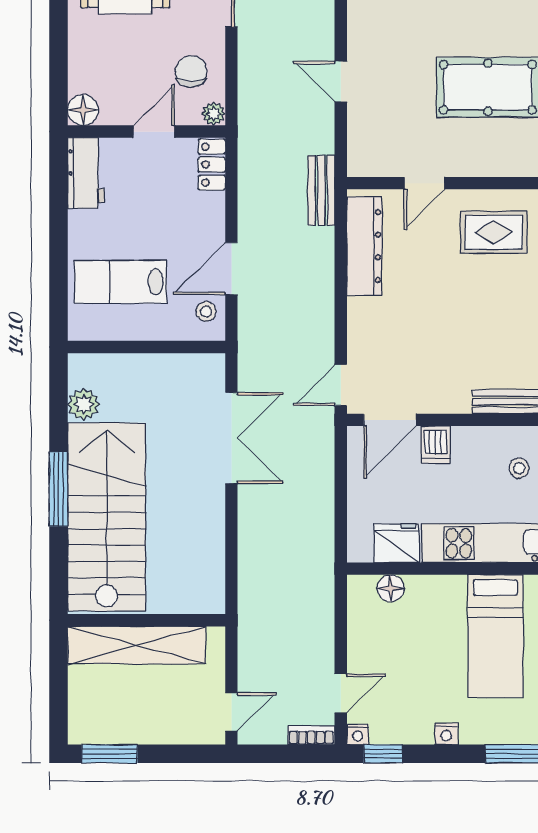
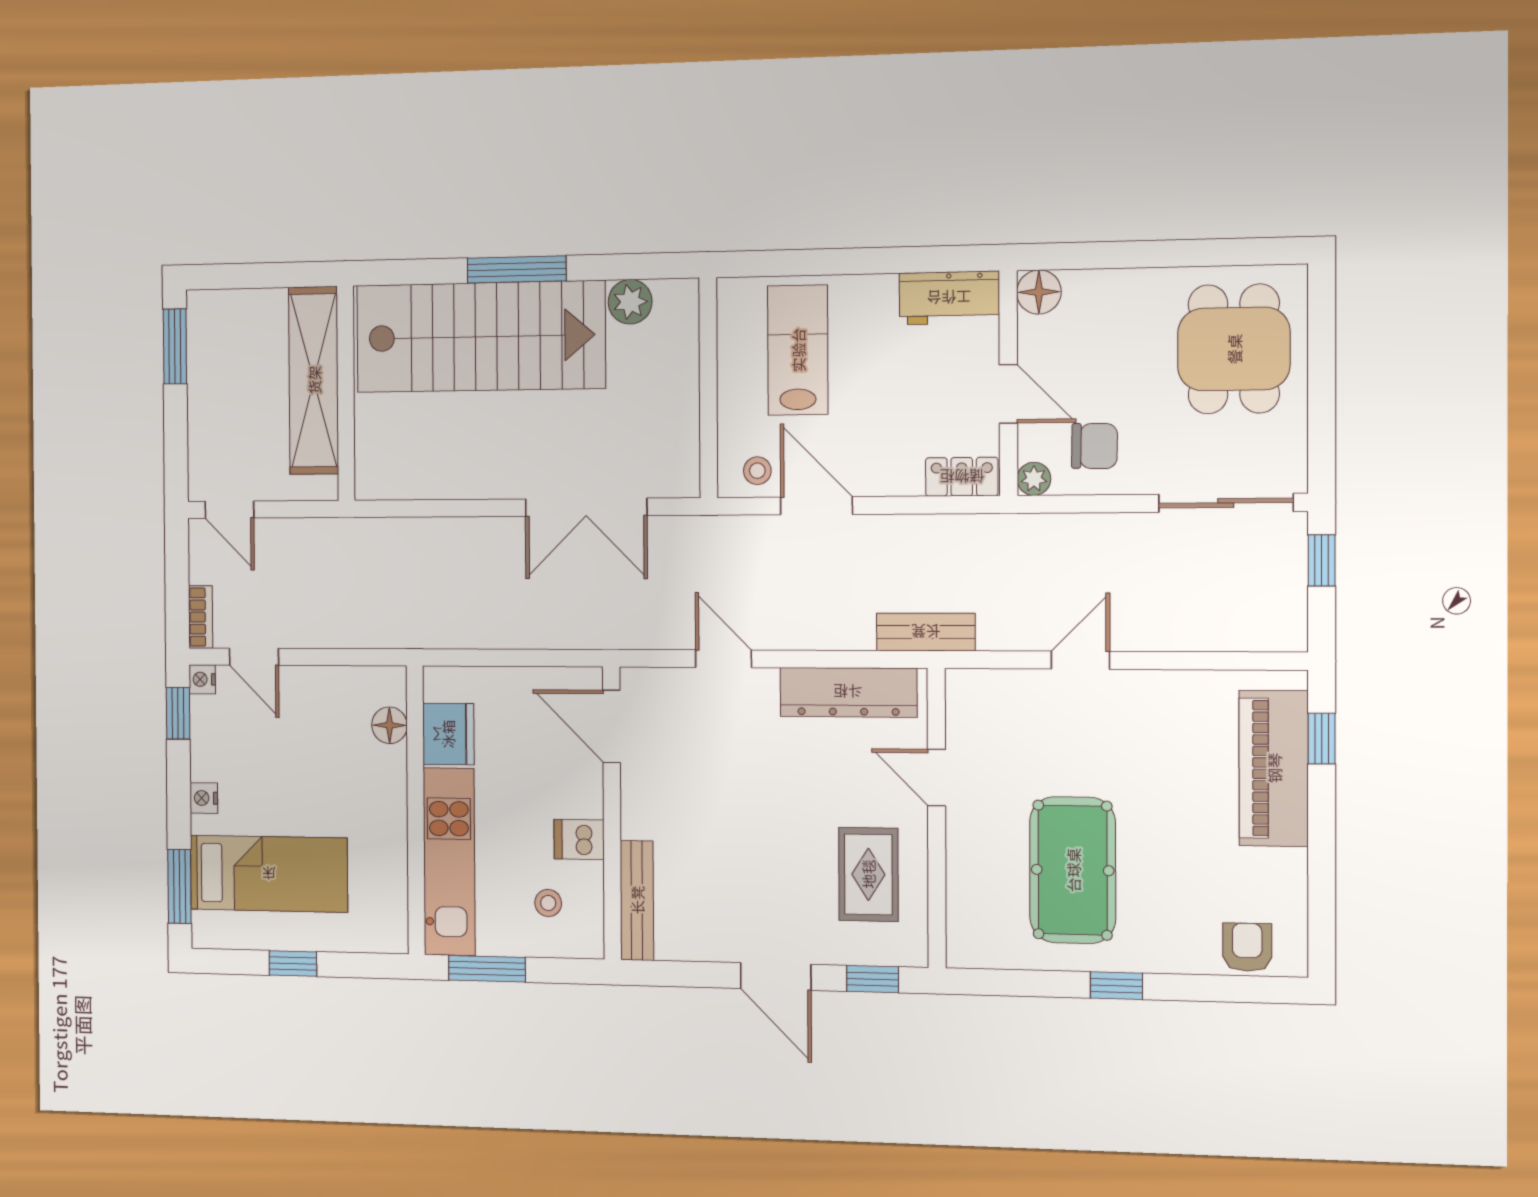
door: (341, 385) -> (723, 659), moved
dishwasher: (435, 445) -> (579, 840), moved
bed: (495, 636) -> (269, 874), moved, turned 180

